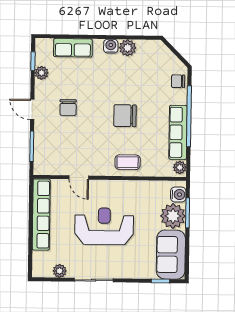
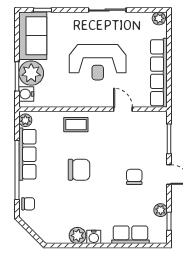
plant: (60, 271) -> (159, 18), moved

